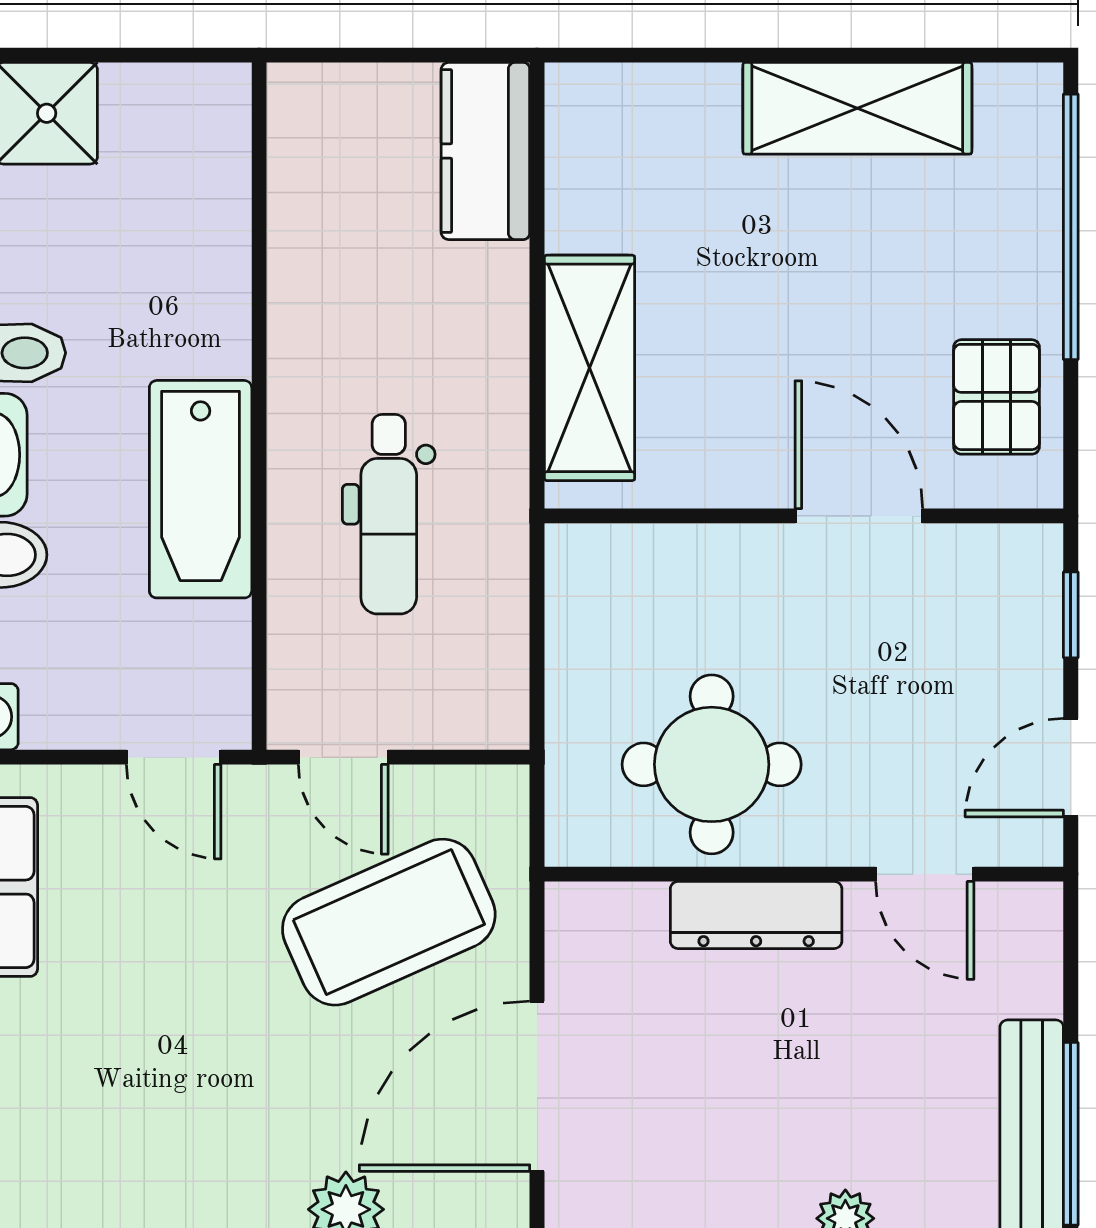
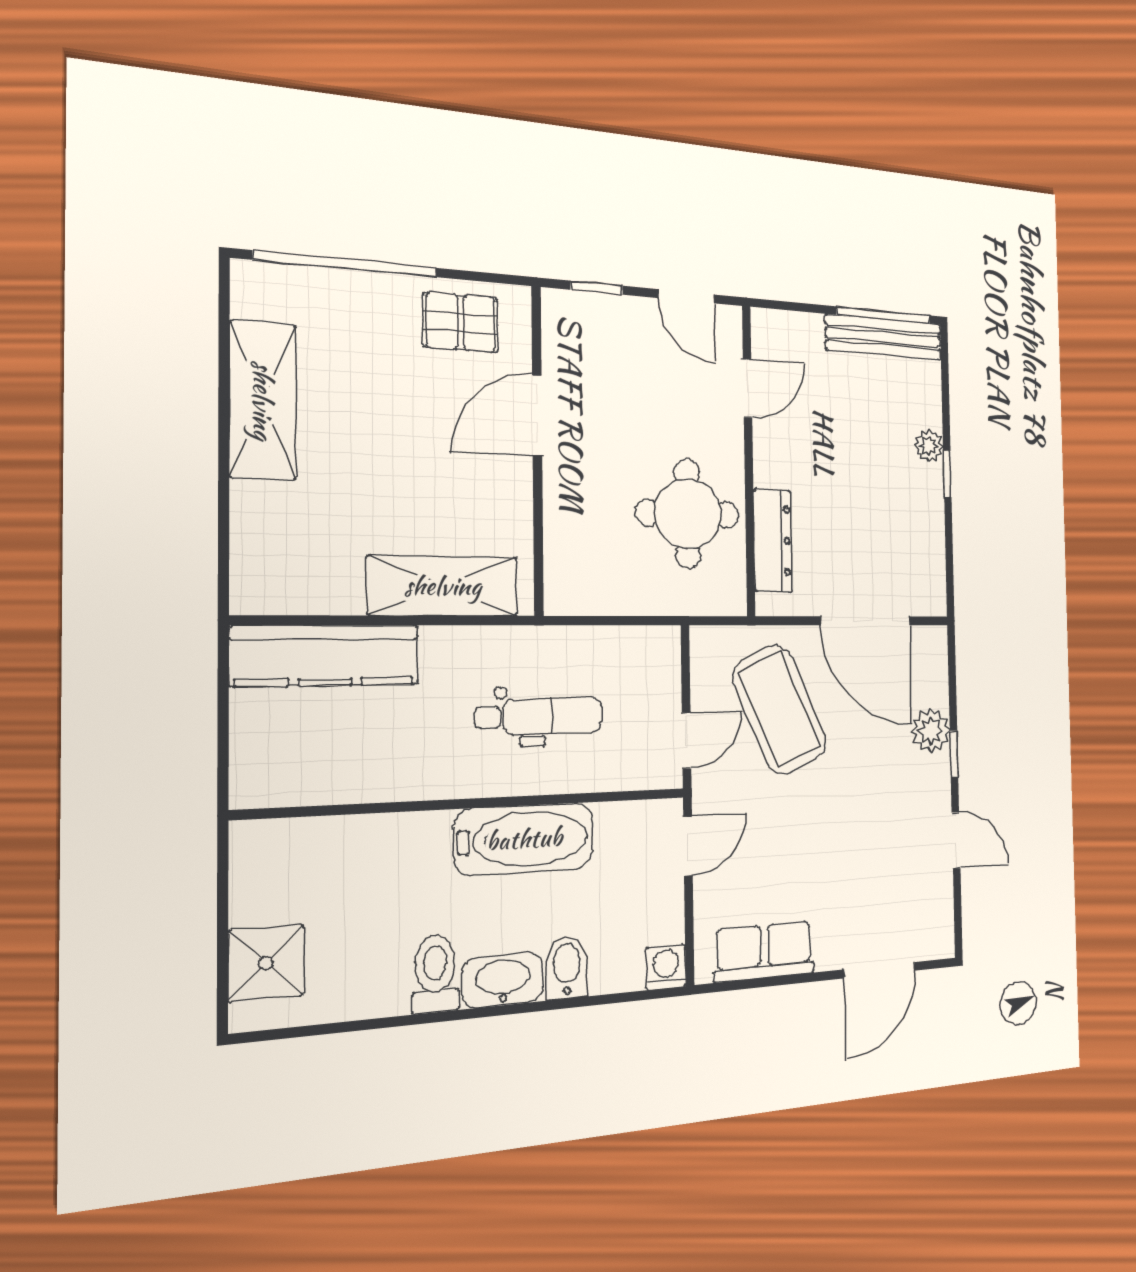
kitchen counter: (485, 151) -> (325, 655), width x1.50
dresser: (756, 915) -> (773, 541), moved

